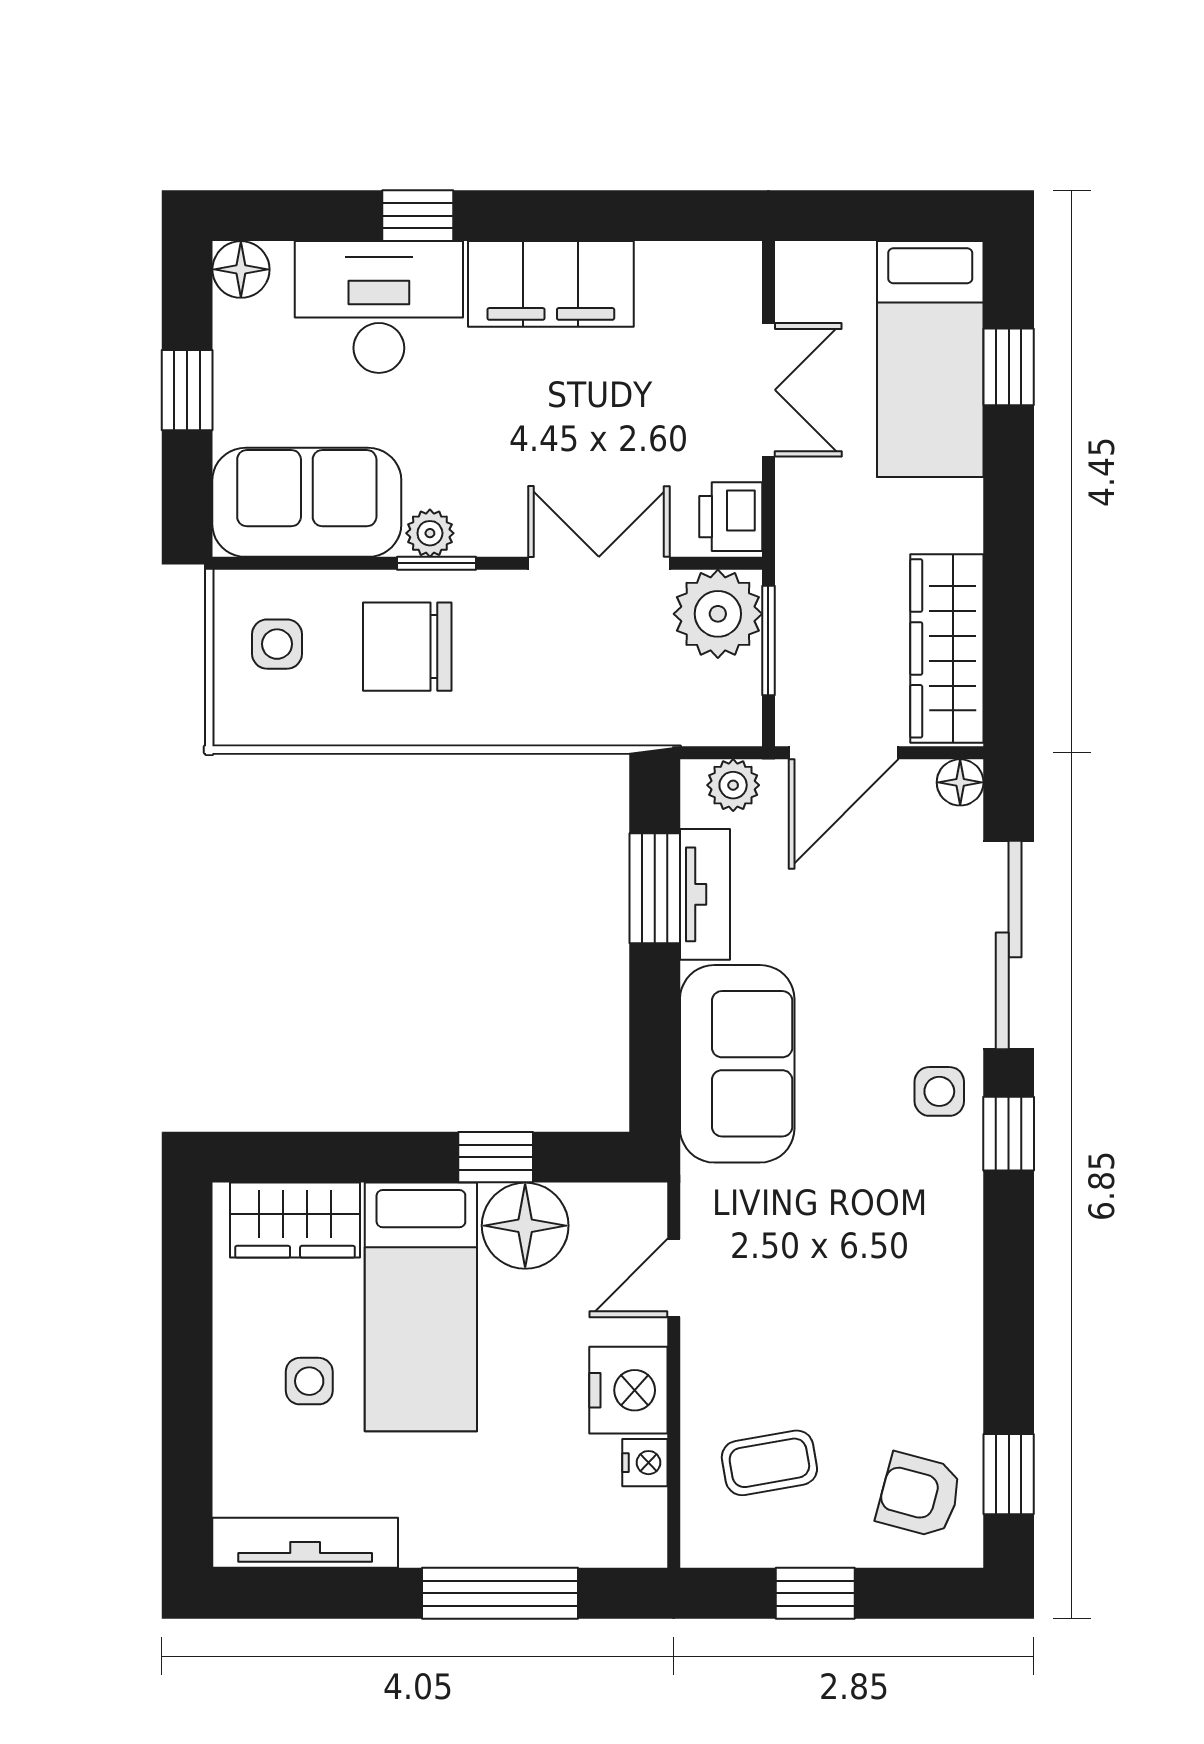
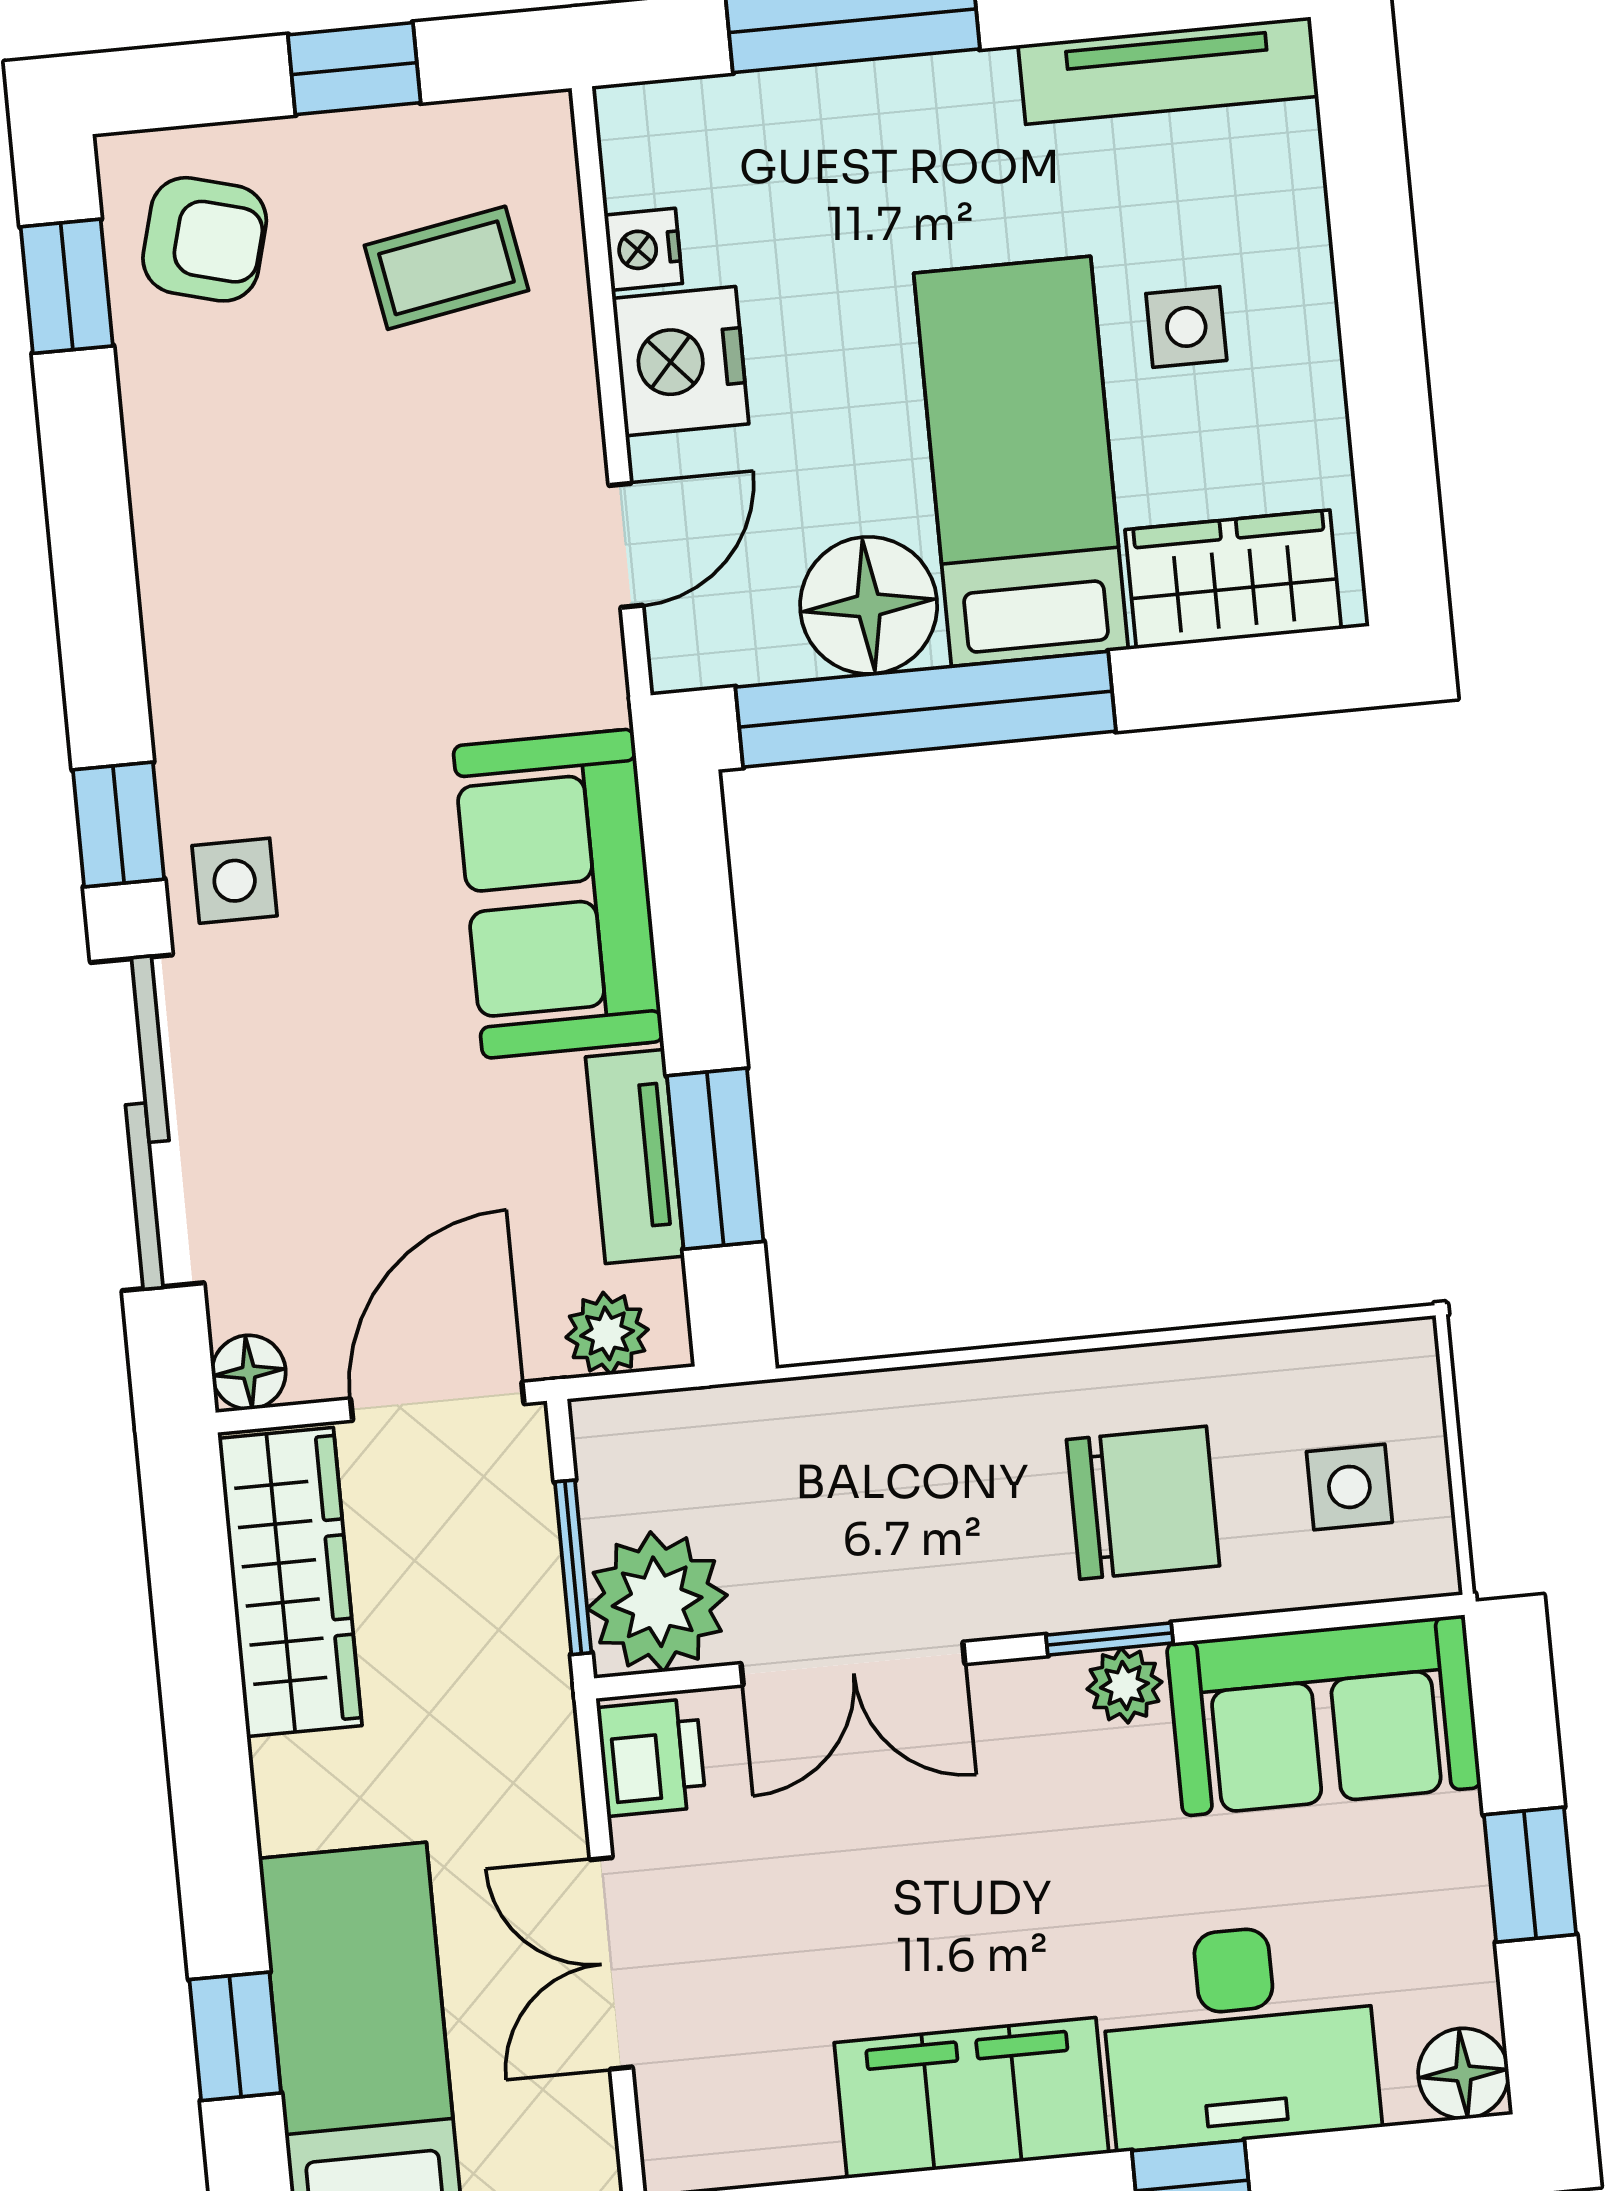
window: (496, 1157) -> (926, 709), width x3.17

